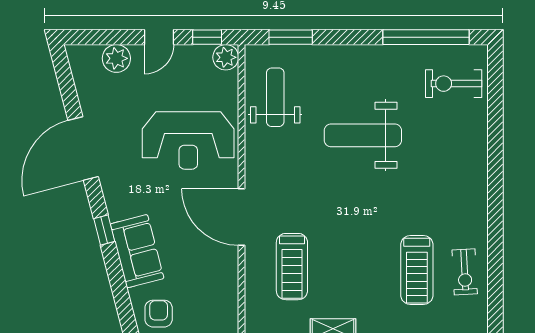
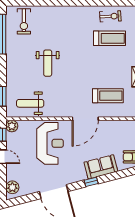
plant: (116, 58) -> (12, 187), moved
weight bench: (363, 135) -> (48, 63), width x0.73, depth x0.75

